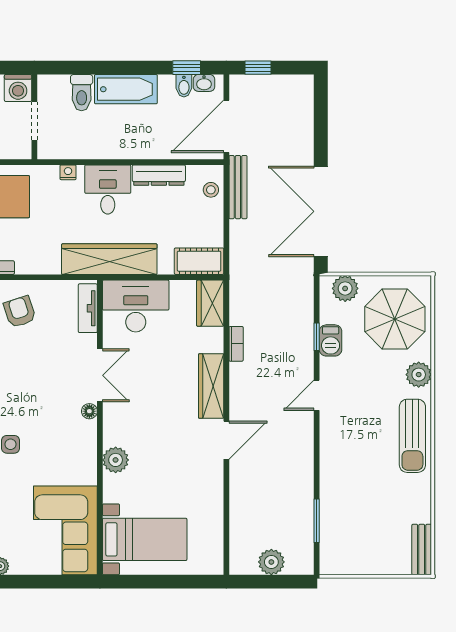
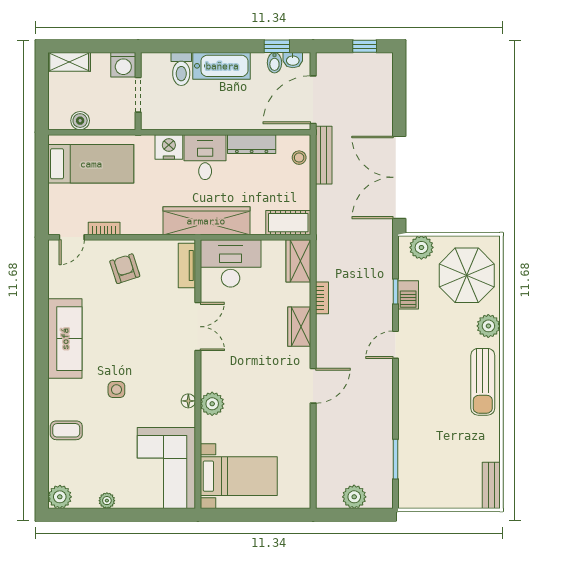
window: (258, 68) -> (365, 46), moved
nightstand: (68, 172) -> (169, 147), width x1.89, depth x1.79
wardrobe: (211, 386) -> (299, 327), width x0.67
floor lamp: (89, 411) -> (188, 401), moved

